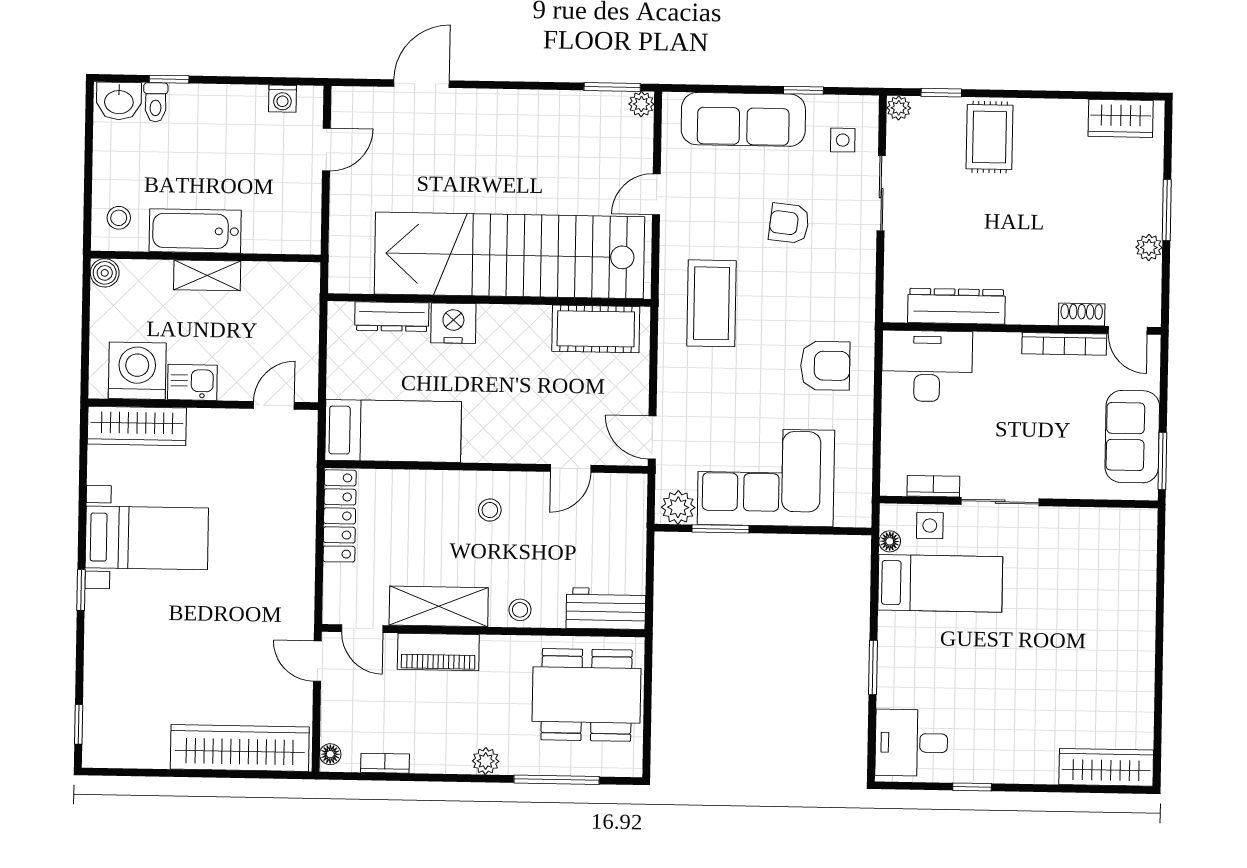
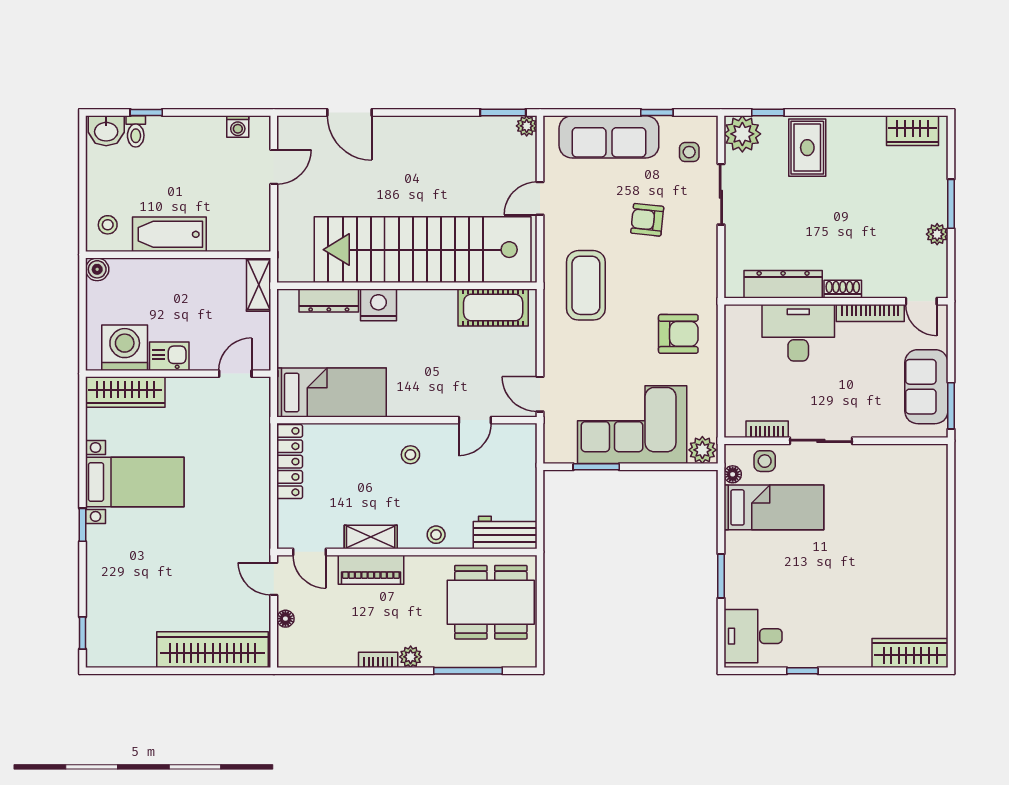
door: (422, 84) -> (350, 113), swing flipped
plant: (899, 108) -> (742, 134), width x1.87, depth x1.87
shelving: (207, 275) -> (259, 285), moved, turned 90
shoe rack: (1082, 315) -> (843, 289), moved
desk: (927, 366) -> (798, 333), moved
plant: (678, 507) -> (702, 450), moved
shelving: (439, 606) -> (371, 537), width x0.67, depth x0.75
floor lamp: (330, 754) -> (285, 619), moved
bookcase: (385, 763) -> (378, 660), moved

